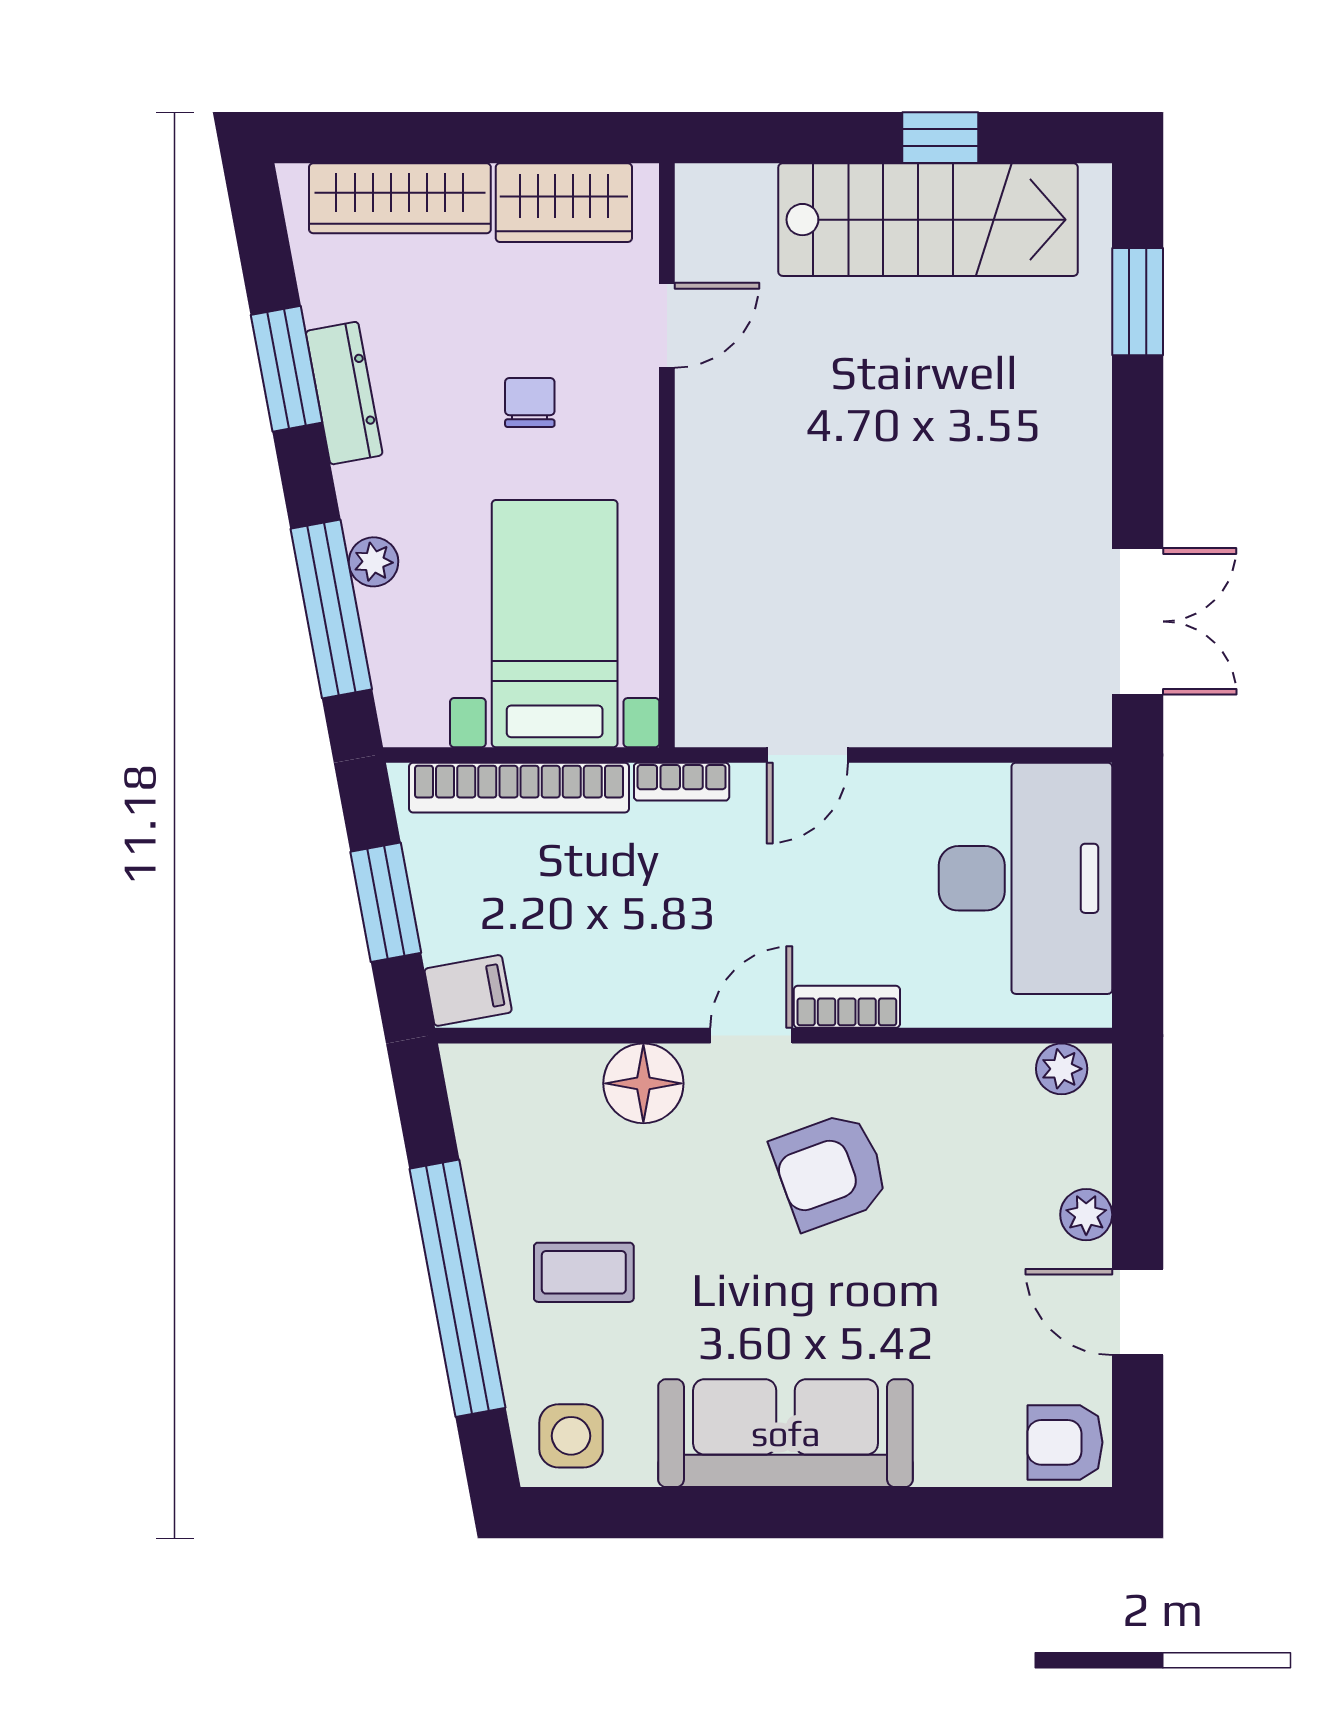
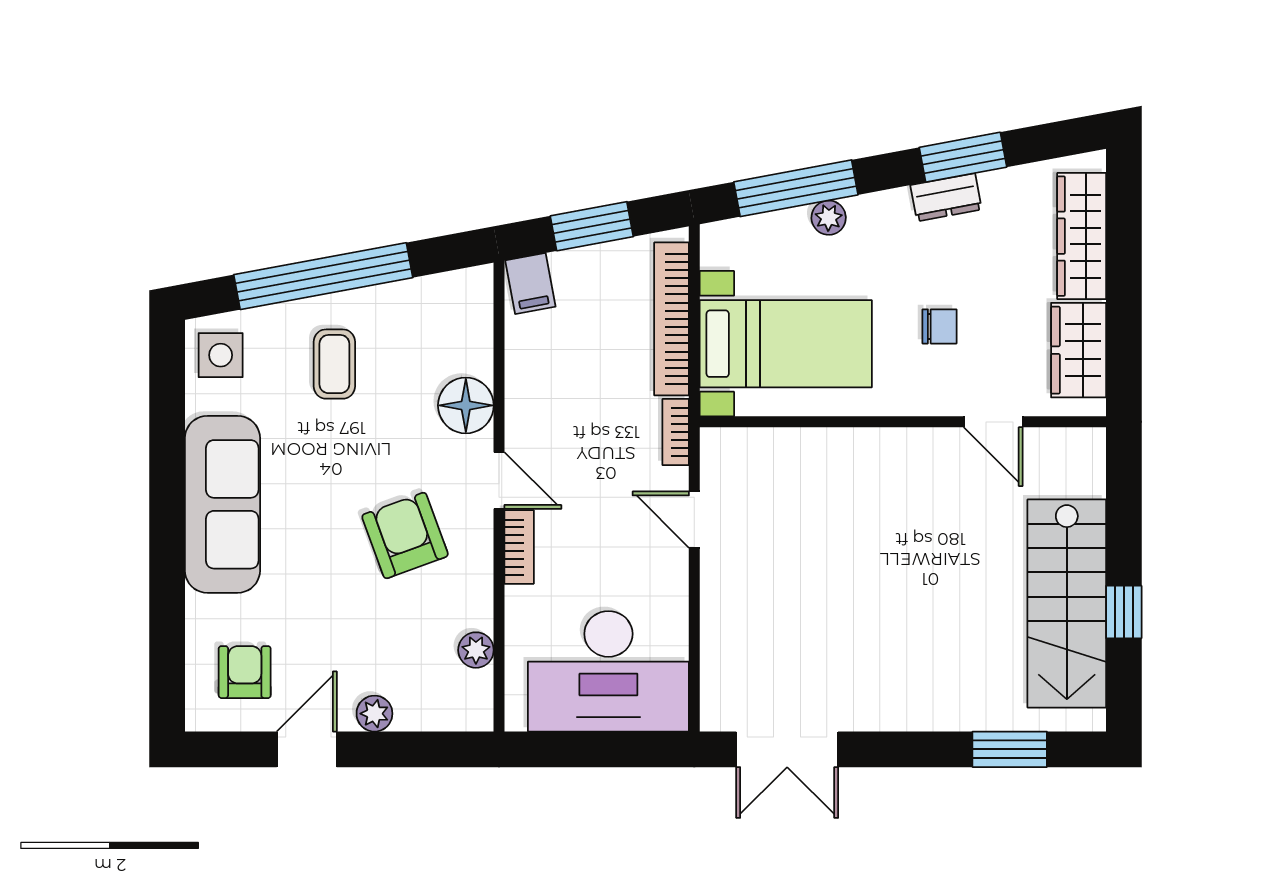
dresser: (344, 393) -> (946, 197), width x0.70
plant: (1062, 1069) -> (476, 650), moved
armchair: (1065, 1442) -> (245, 672), moved

